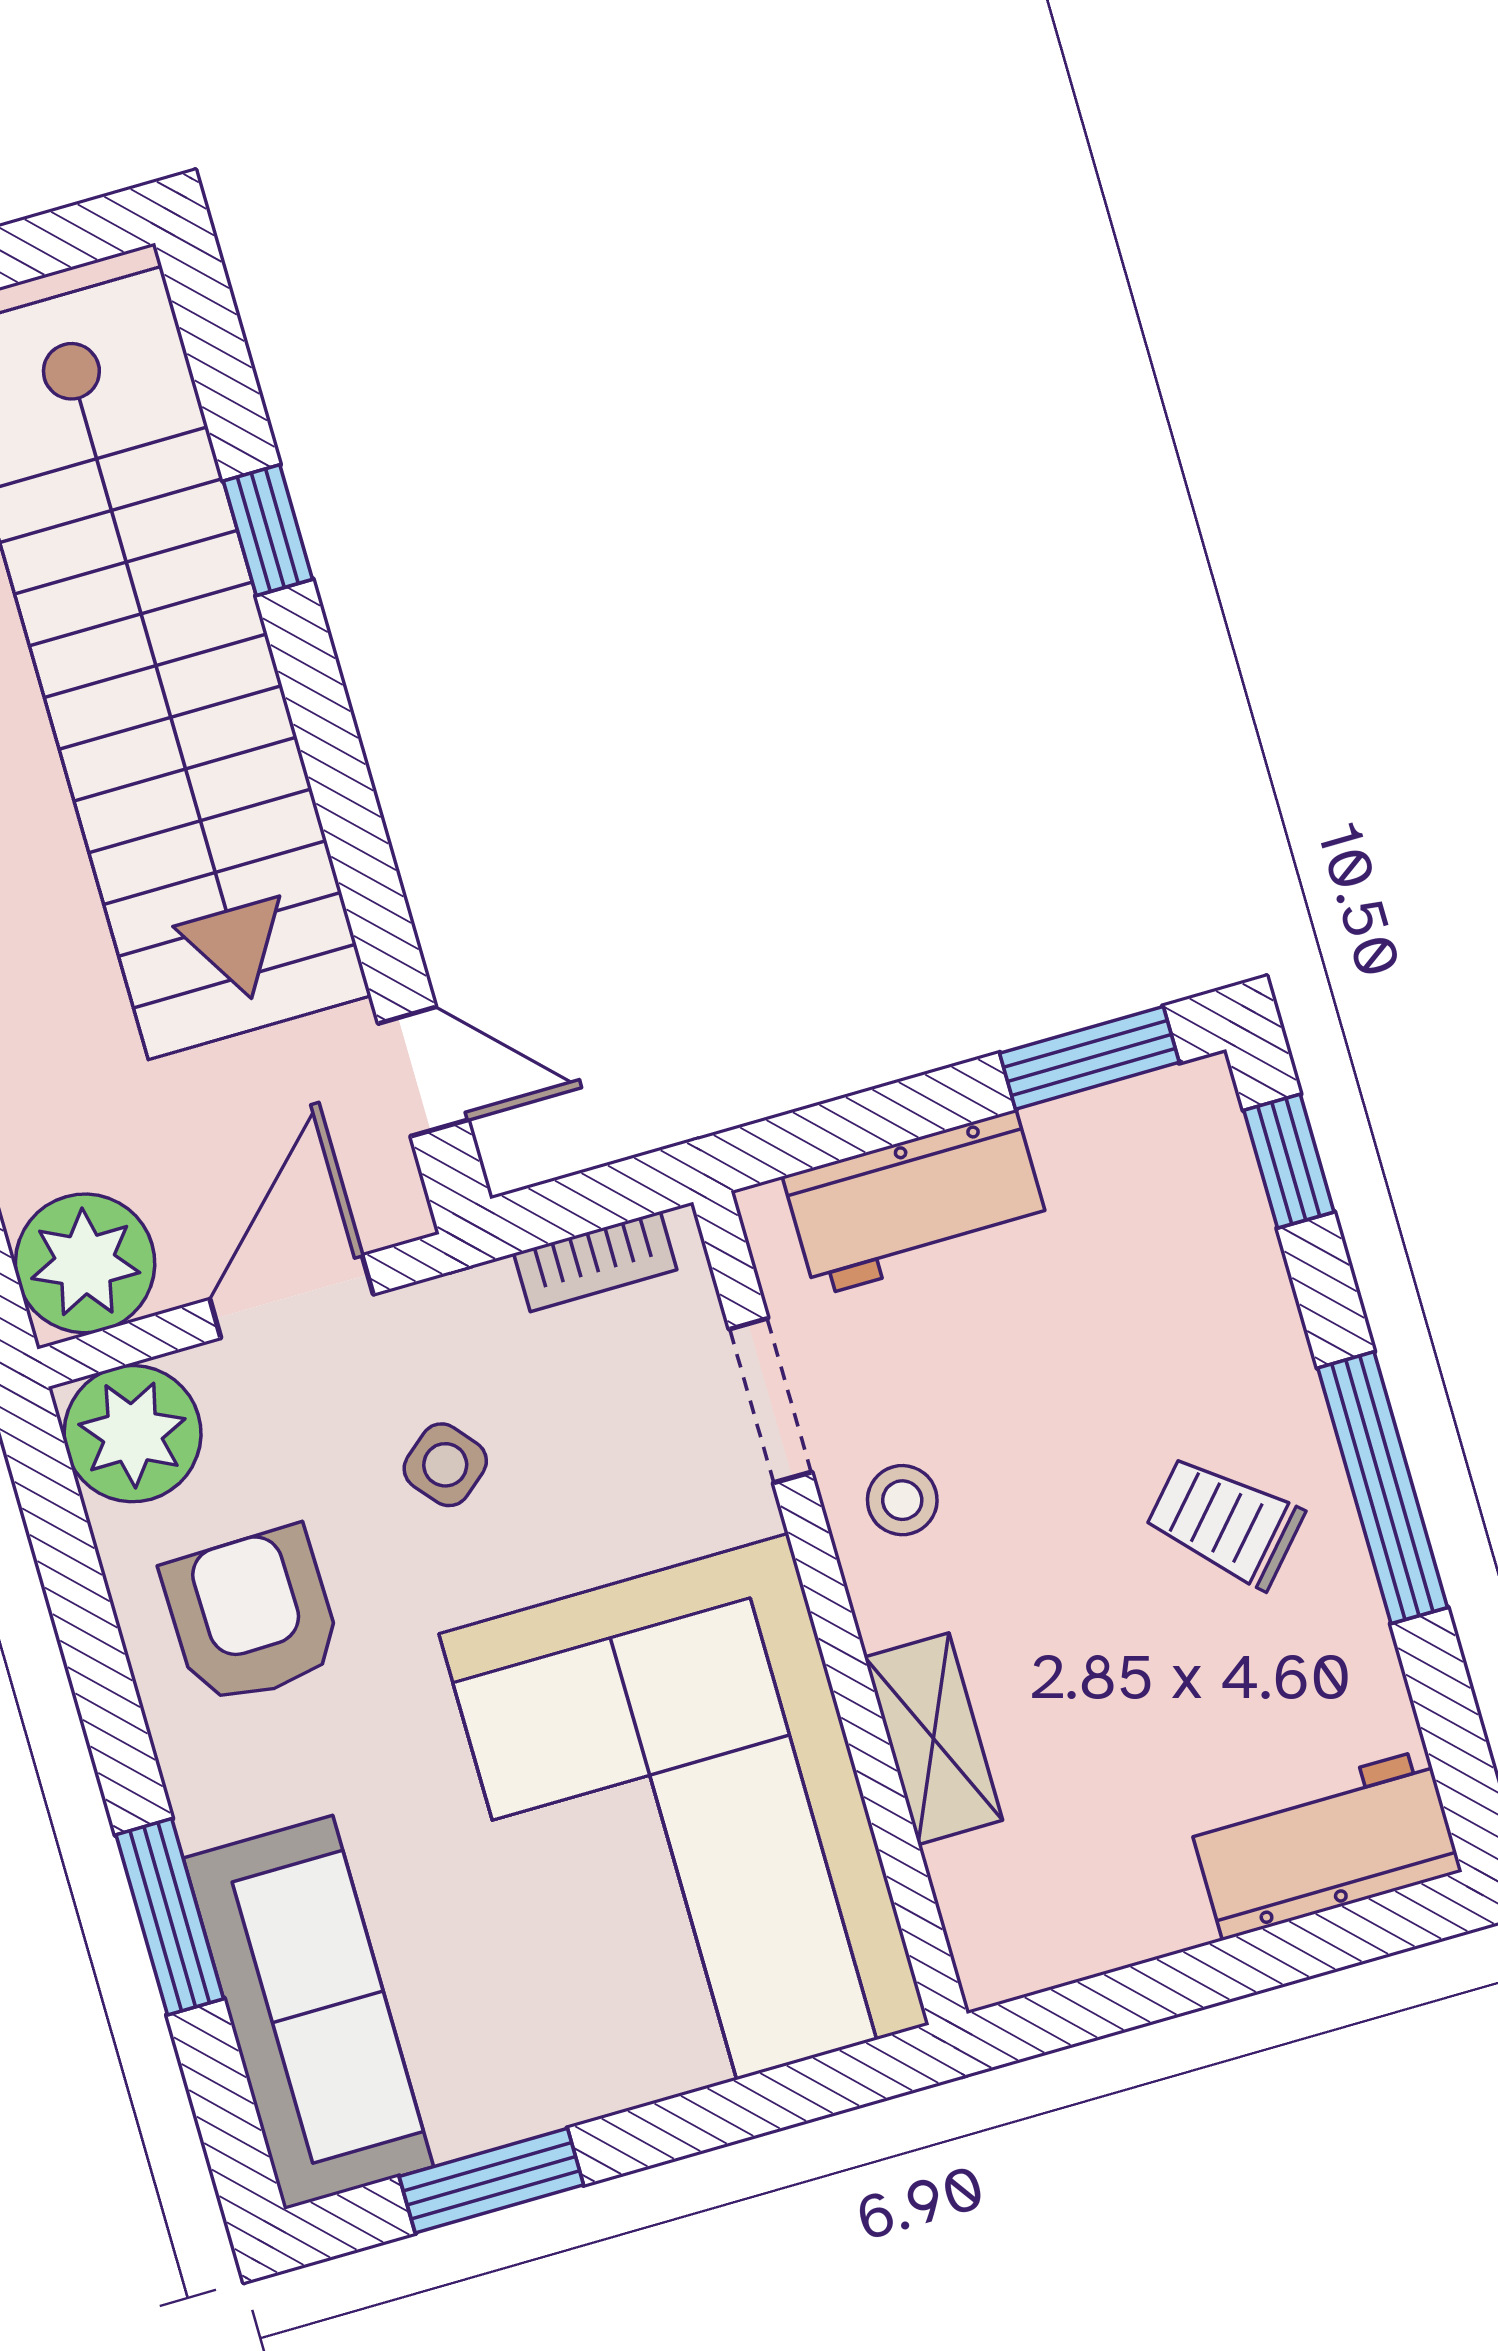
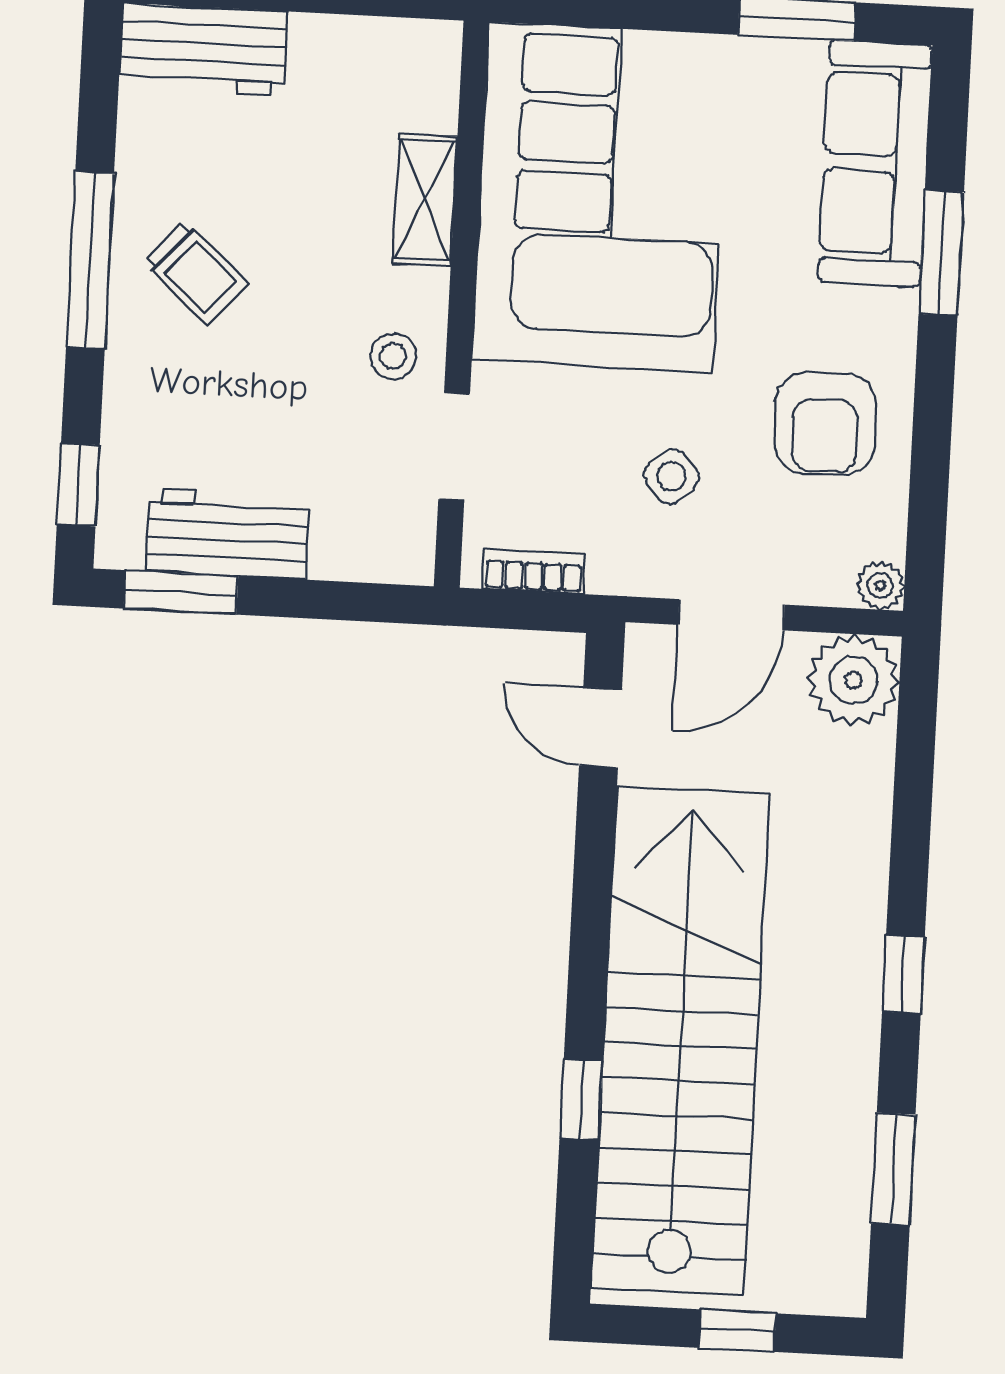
workbench: (916, 1203) -> (228, 534), moved
plant: (133, 1434) -> (880, 586), width x0.53, depth x0.53

